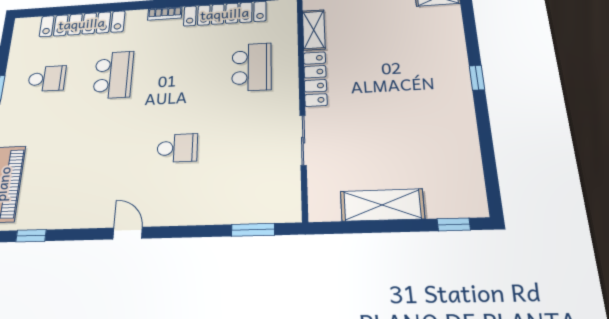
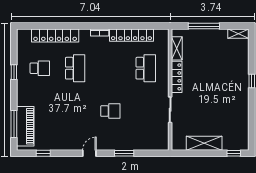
window: (253, 230) -> (124, 153), moved
door: (128, 233) -> (89, 153), hinge flipped

